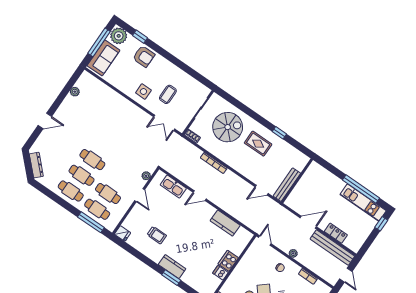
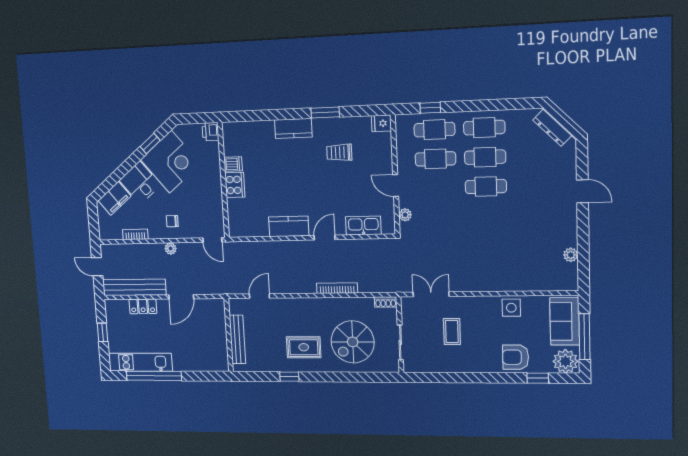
side table: (143, 91) -> (511, 308), moved
door: (45, 121) -> (582, 191), swing flipped
bench: (287, 185) -> (237, 339), moved
window: (91, 222) -> (430, 108), width x0.46
kitchen counter: (225, 223) -> (289, 226), moved
window: (381, 224) -> (102, 332), moved
window: (171, 278) -> (325, 112), moved

